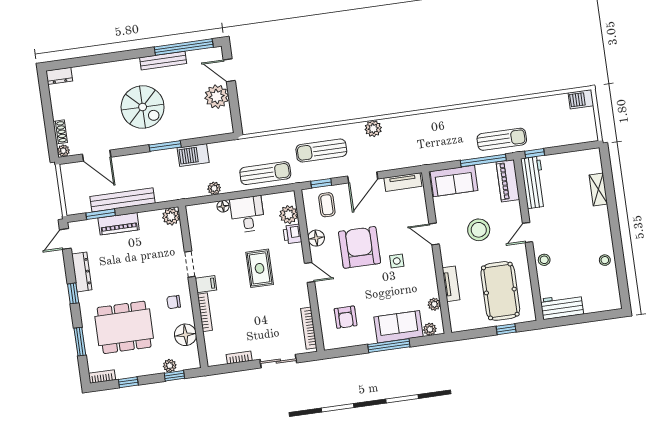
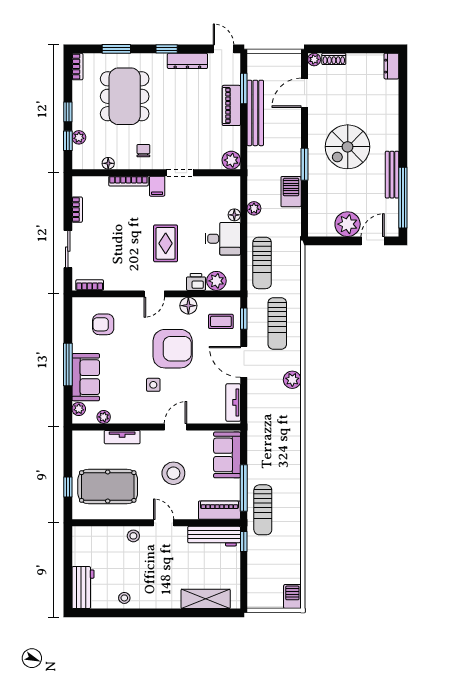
sun lounger: (321, 150) -> (277, 324), turned 180
shelving: (598, 190) -> (206, 599), width x1.50, depth x1.33
rug: (260, 268) -> (166, 243), turned 90
workbench: (562, 307) -> (83, 588), moved
bookcase: (309, 328) -> (90, 285), width x0.64
floor lamp: (185, 335) -> (108, 163), width x0.53, depth x0.53
window: (128, 382) -> (68, 112), moved

